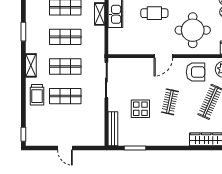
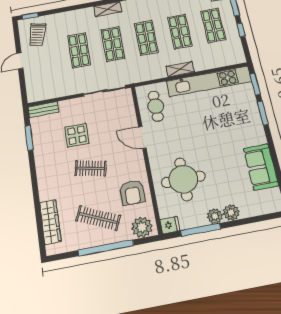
cafe table: (154, 13) -> (156, 106), moved
door: (163, 56) -> (142, 137), moved
trolley: (37, 95) -> (37, 34), moved, turned -77
bench: (113, 129) -> (43, 110), width x0.73

